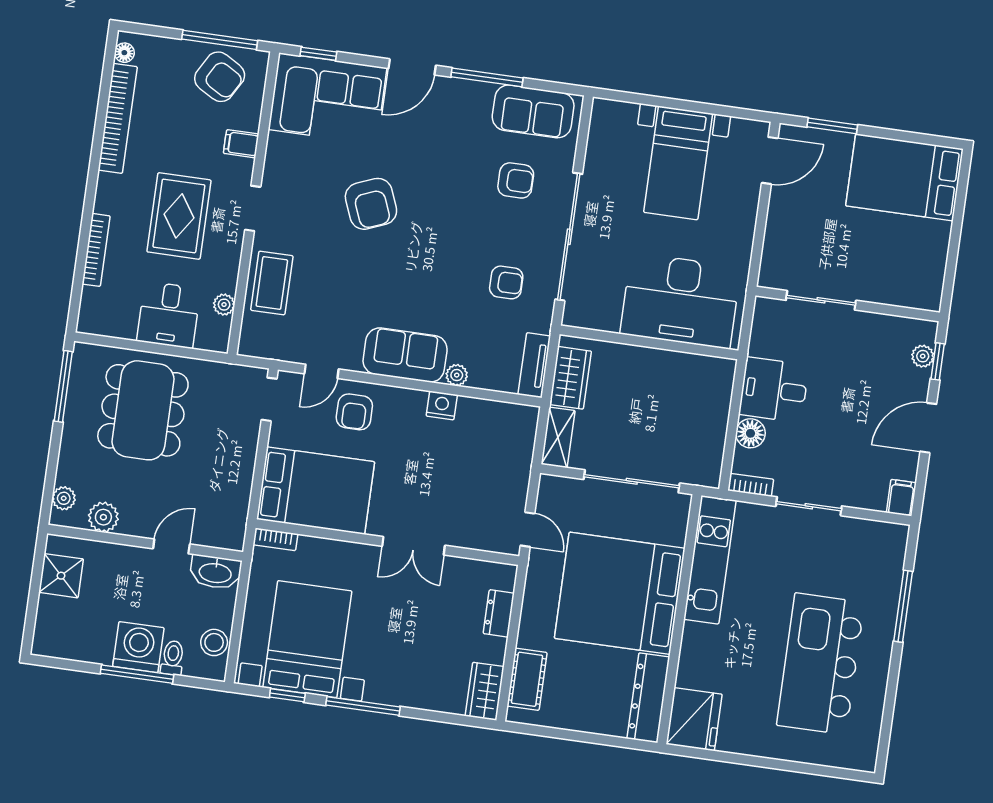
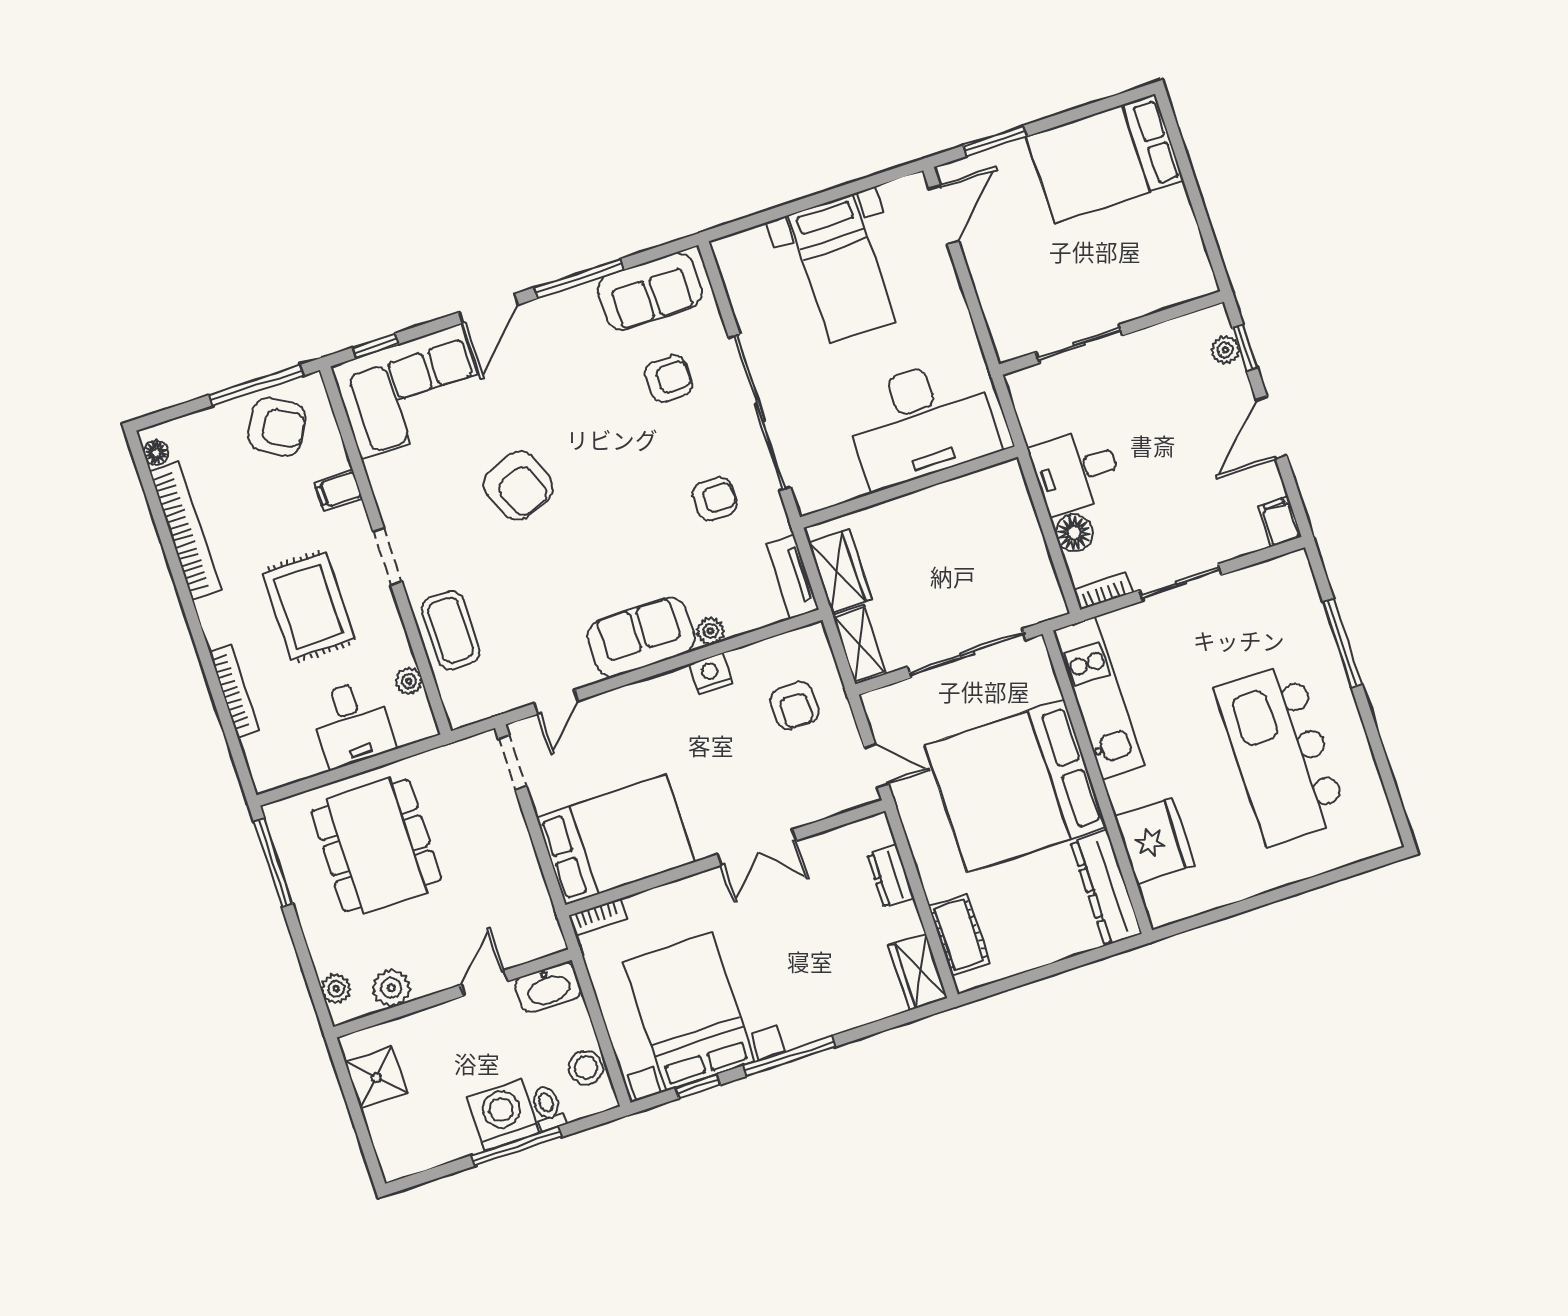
armchair: (354, 412) -> (795, 706), moved
fridge: (694, 719) -> (1155, 841), moved

